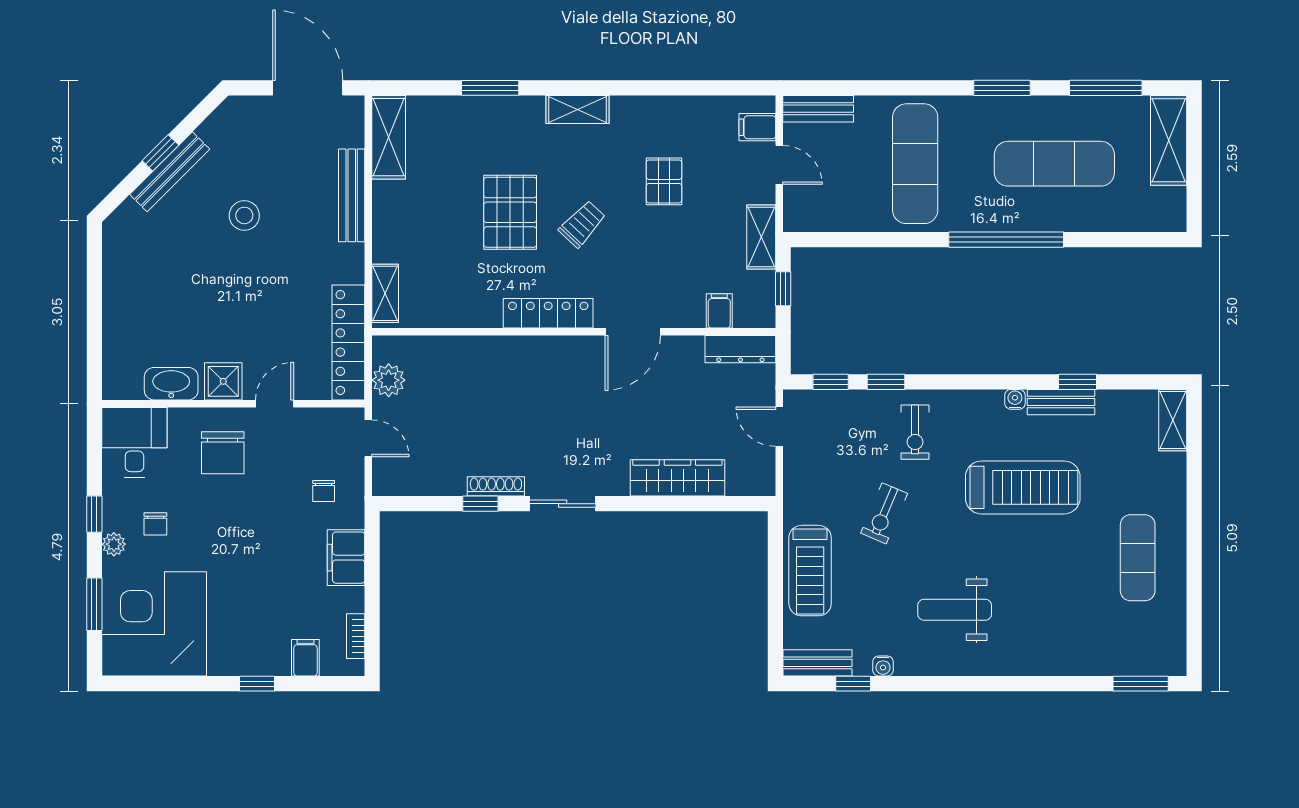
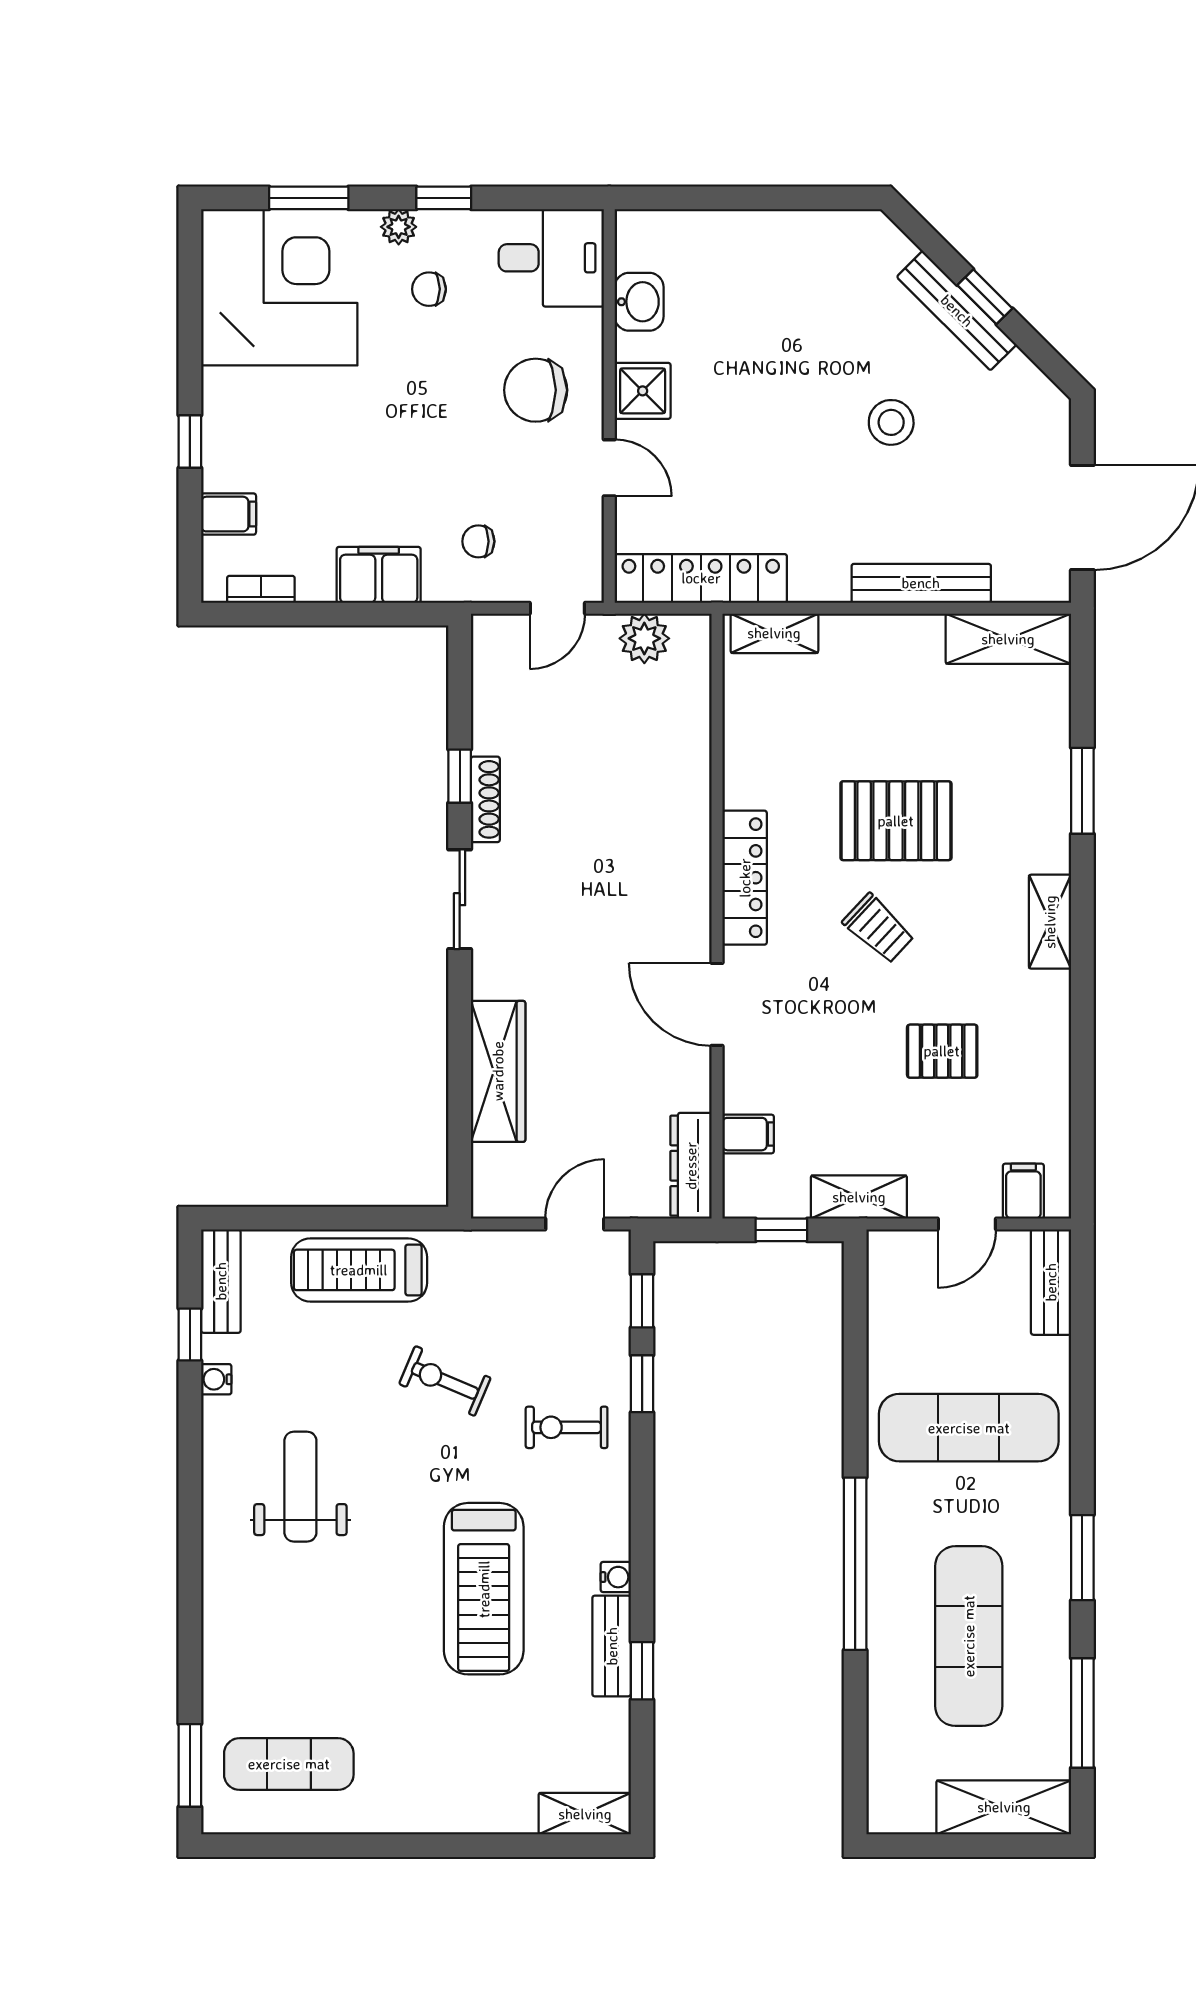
washbasin: (171, 384) -> (639, 302), width x0.72
exercise mat: (1138, 558) -> (289, 1764), moved

